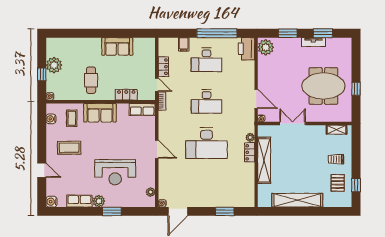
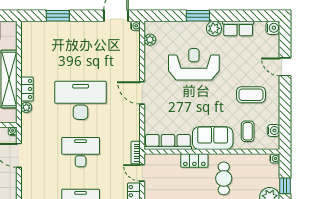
locker: (126, 95) -> (194, 160), moved
row of seats: (142, 110) -> (168, 142), width x1.48

